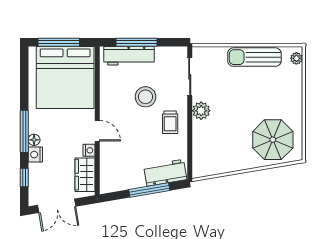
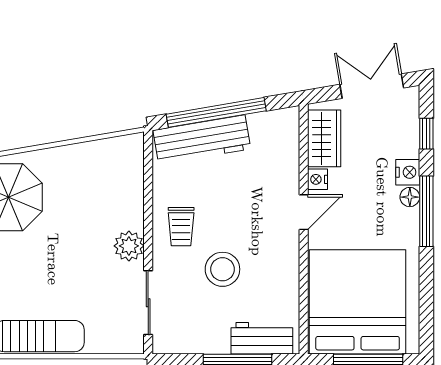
workbench: (129, 56) -> (262, 338), width x0.73
trolley: (170, 122) -> (181, 227), turned 180
door: (97, 131) -> (304, 212), swing flipped
workbench: (165, 173) -> (202, 140), width x1.37
window: (149, 190) -> (216, 112), width x1.46

